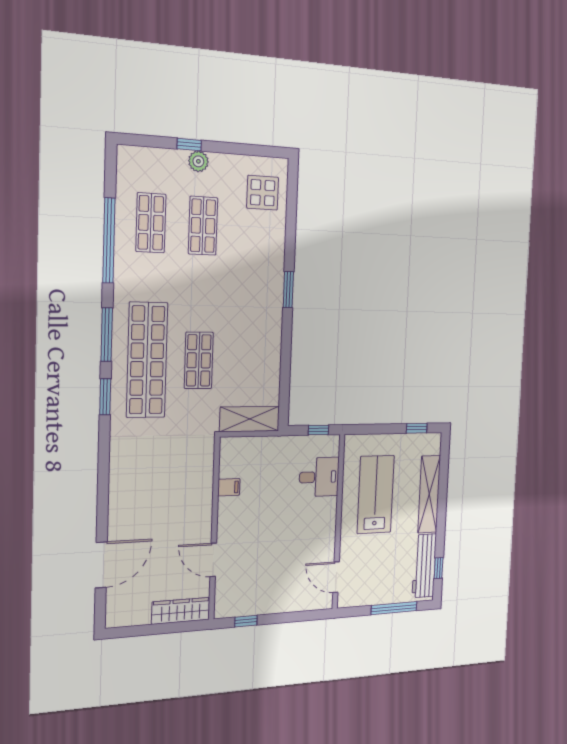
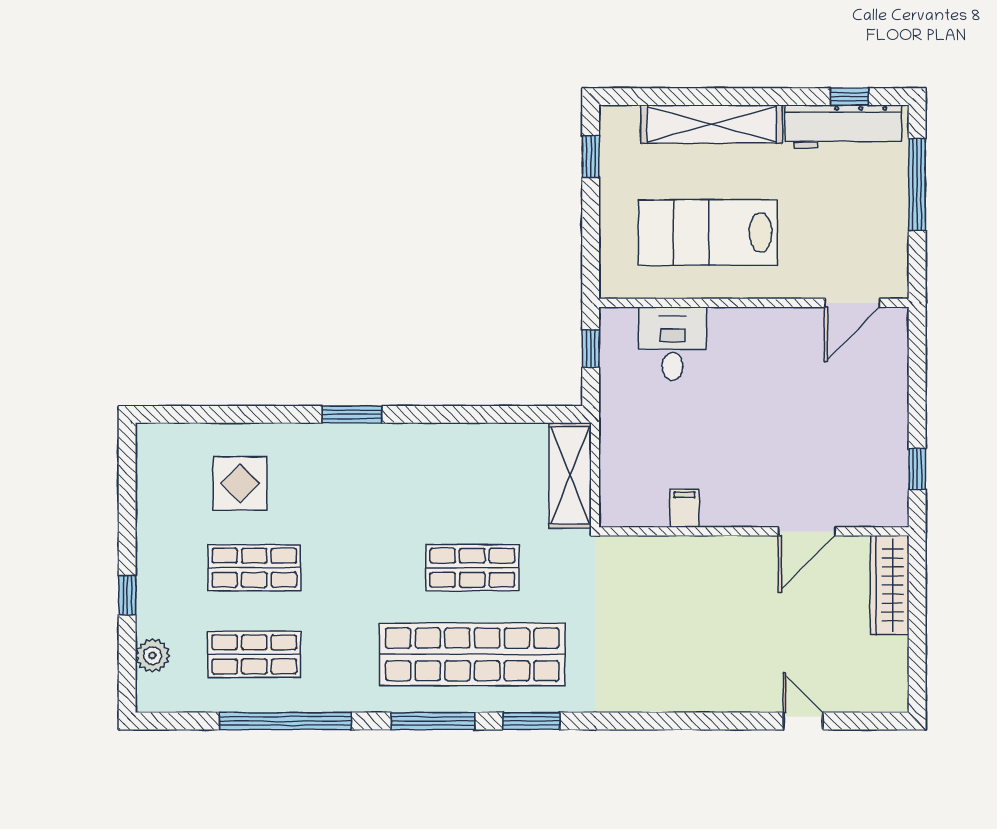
plant: (198, 161) -> (152, 655), moved
display table: (263, 193) -> (240, 483), moved
door: (101, 565) -> (803, 721), width x0.53

